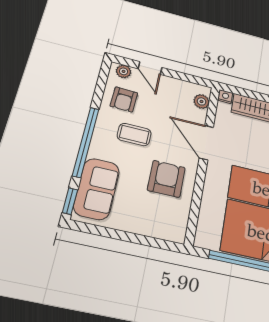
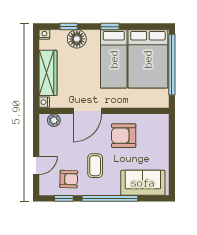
plant: (124, 71) -> (45, 184), removed
window: (70, 201) -> (64, 198), moved

